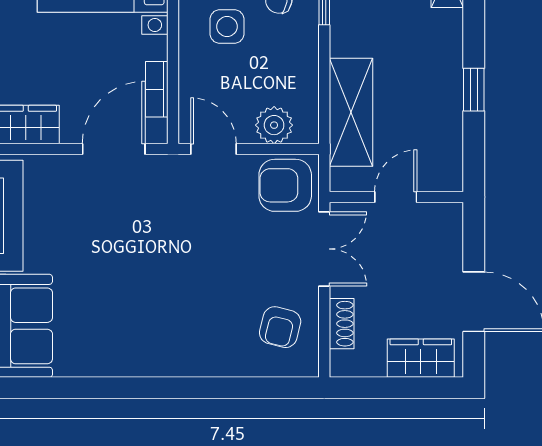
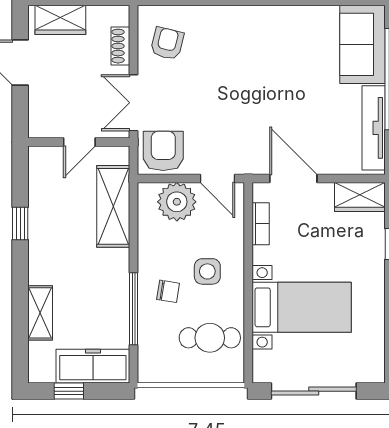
plant: (274, 125) -> (177, 202), width x1.36, depth x1.36
door: (114, 149) -> (293, 179), swing flipped
armchair: (285, 185) -> (163, 151), turned -90

